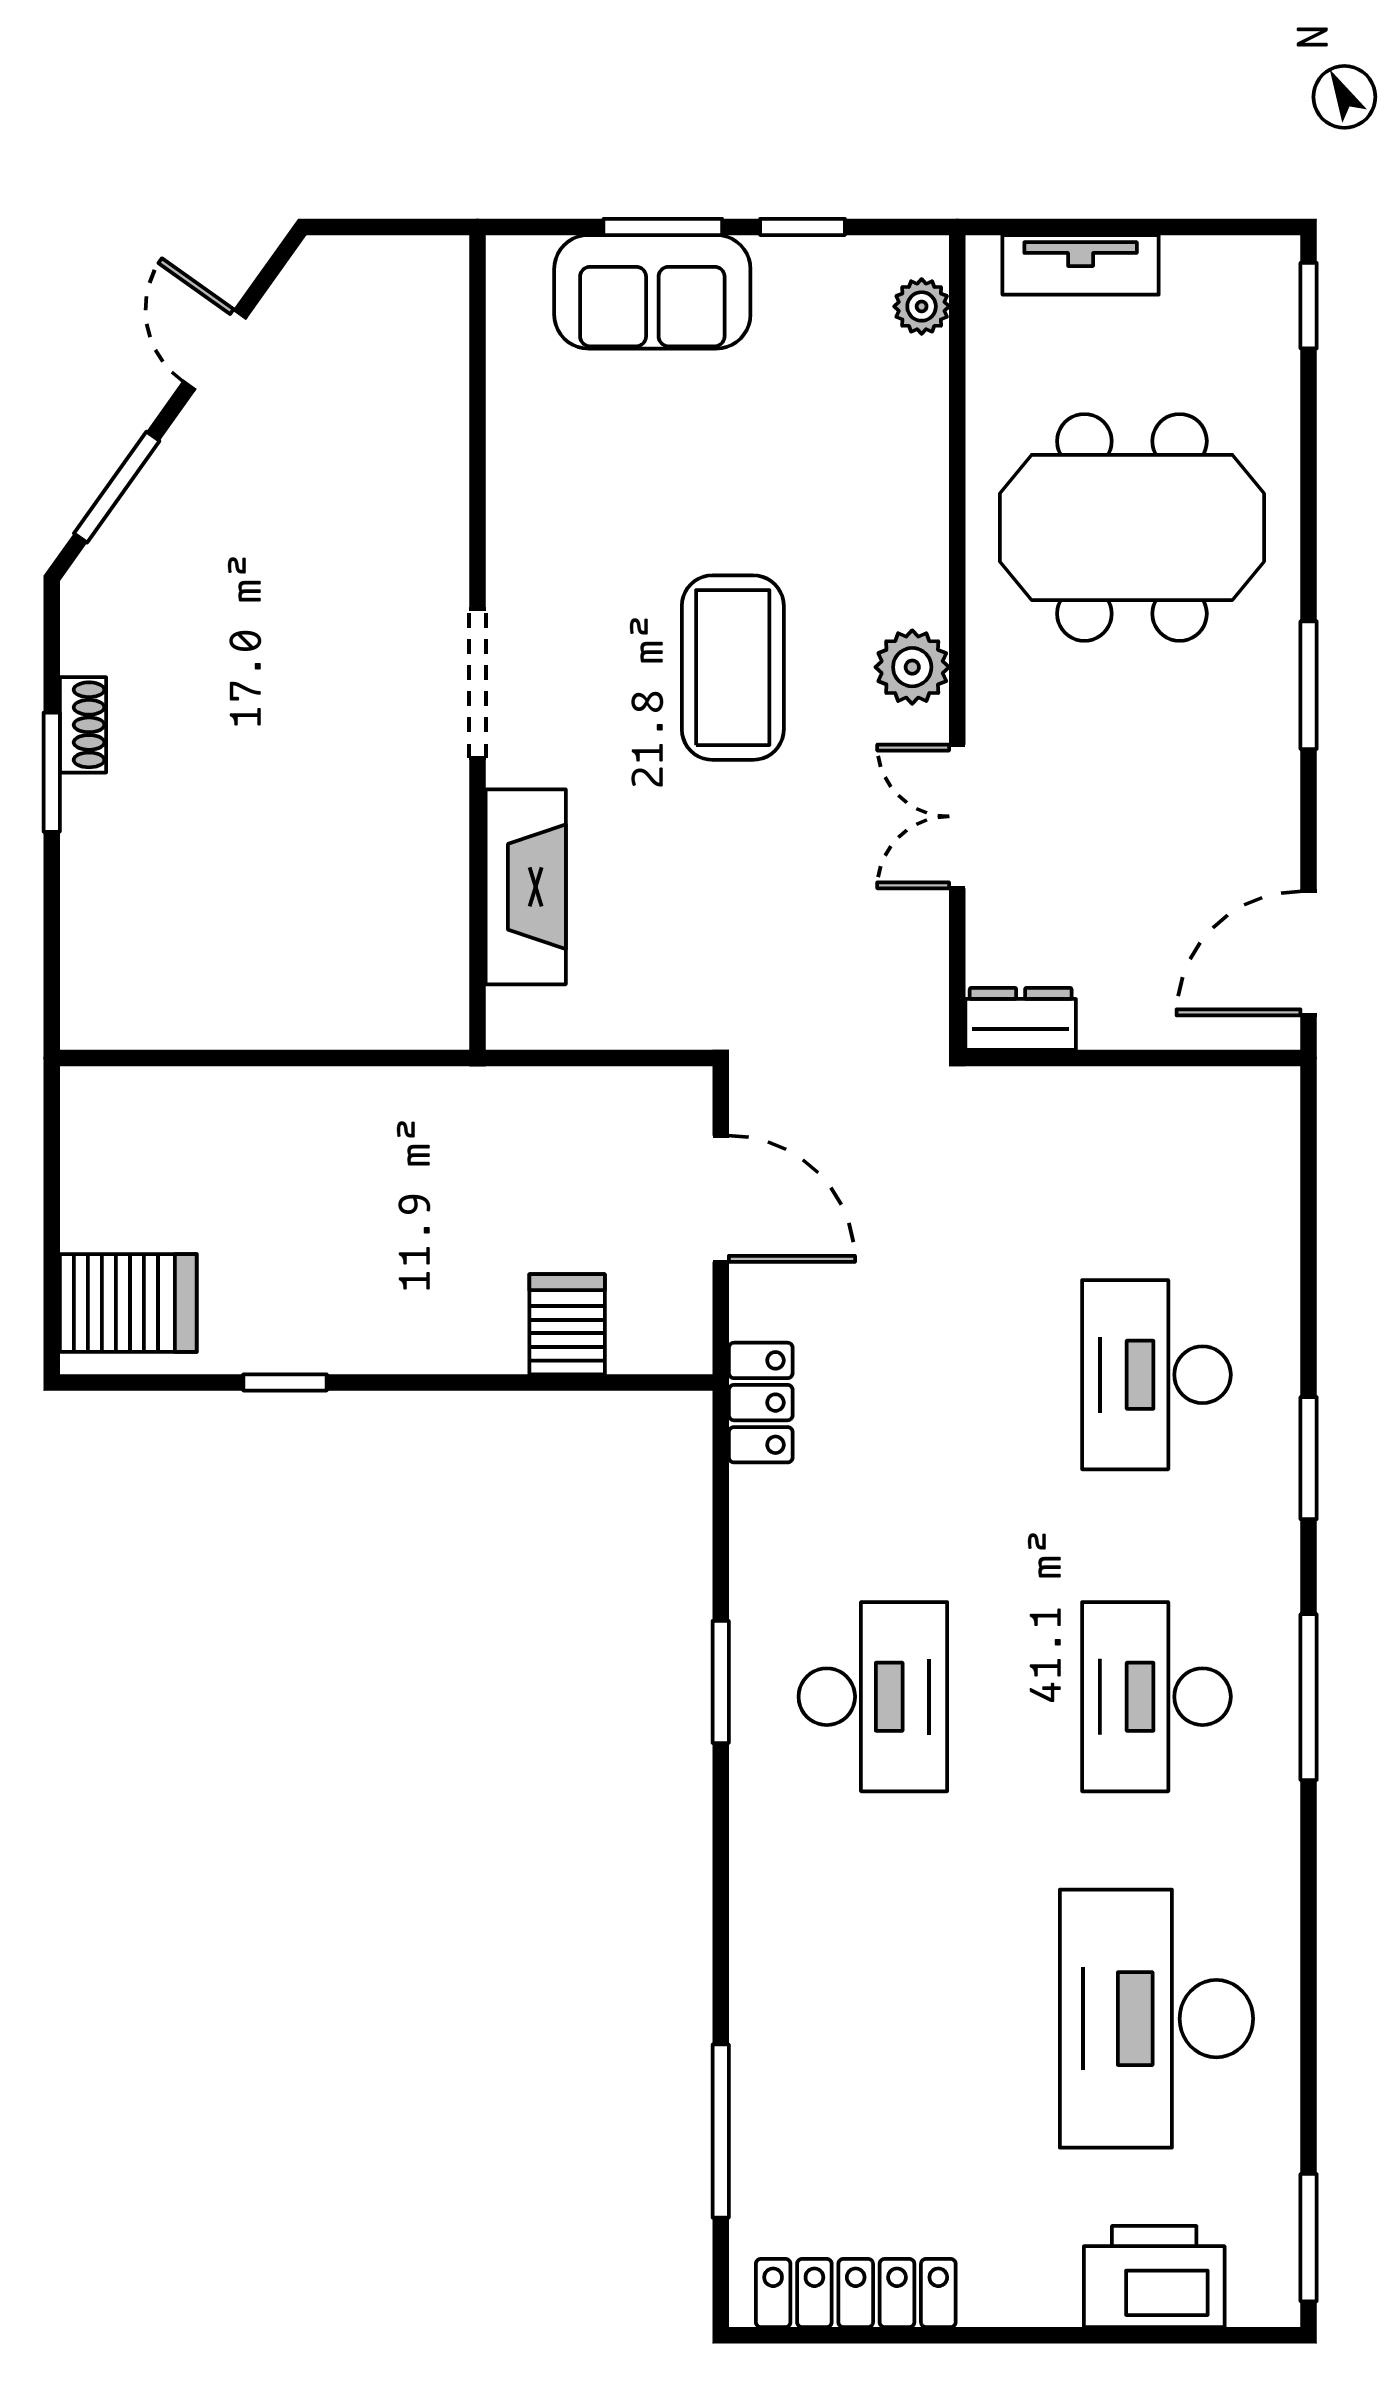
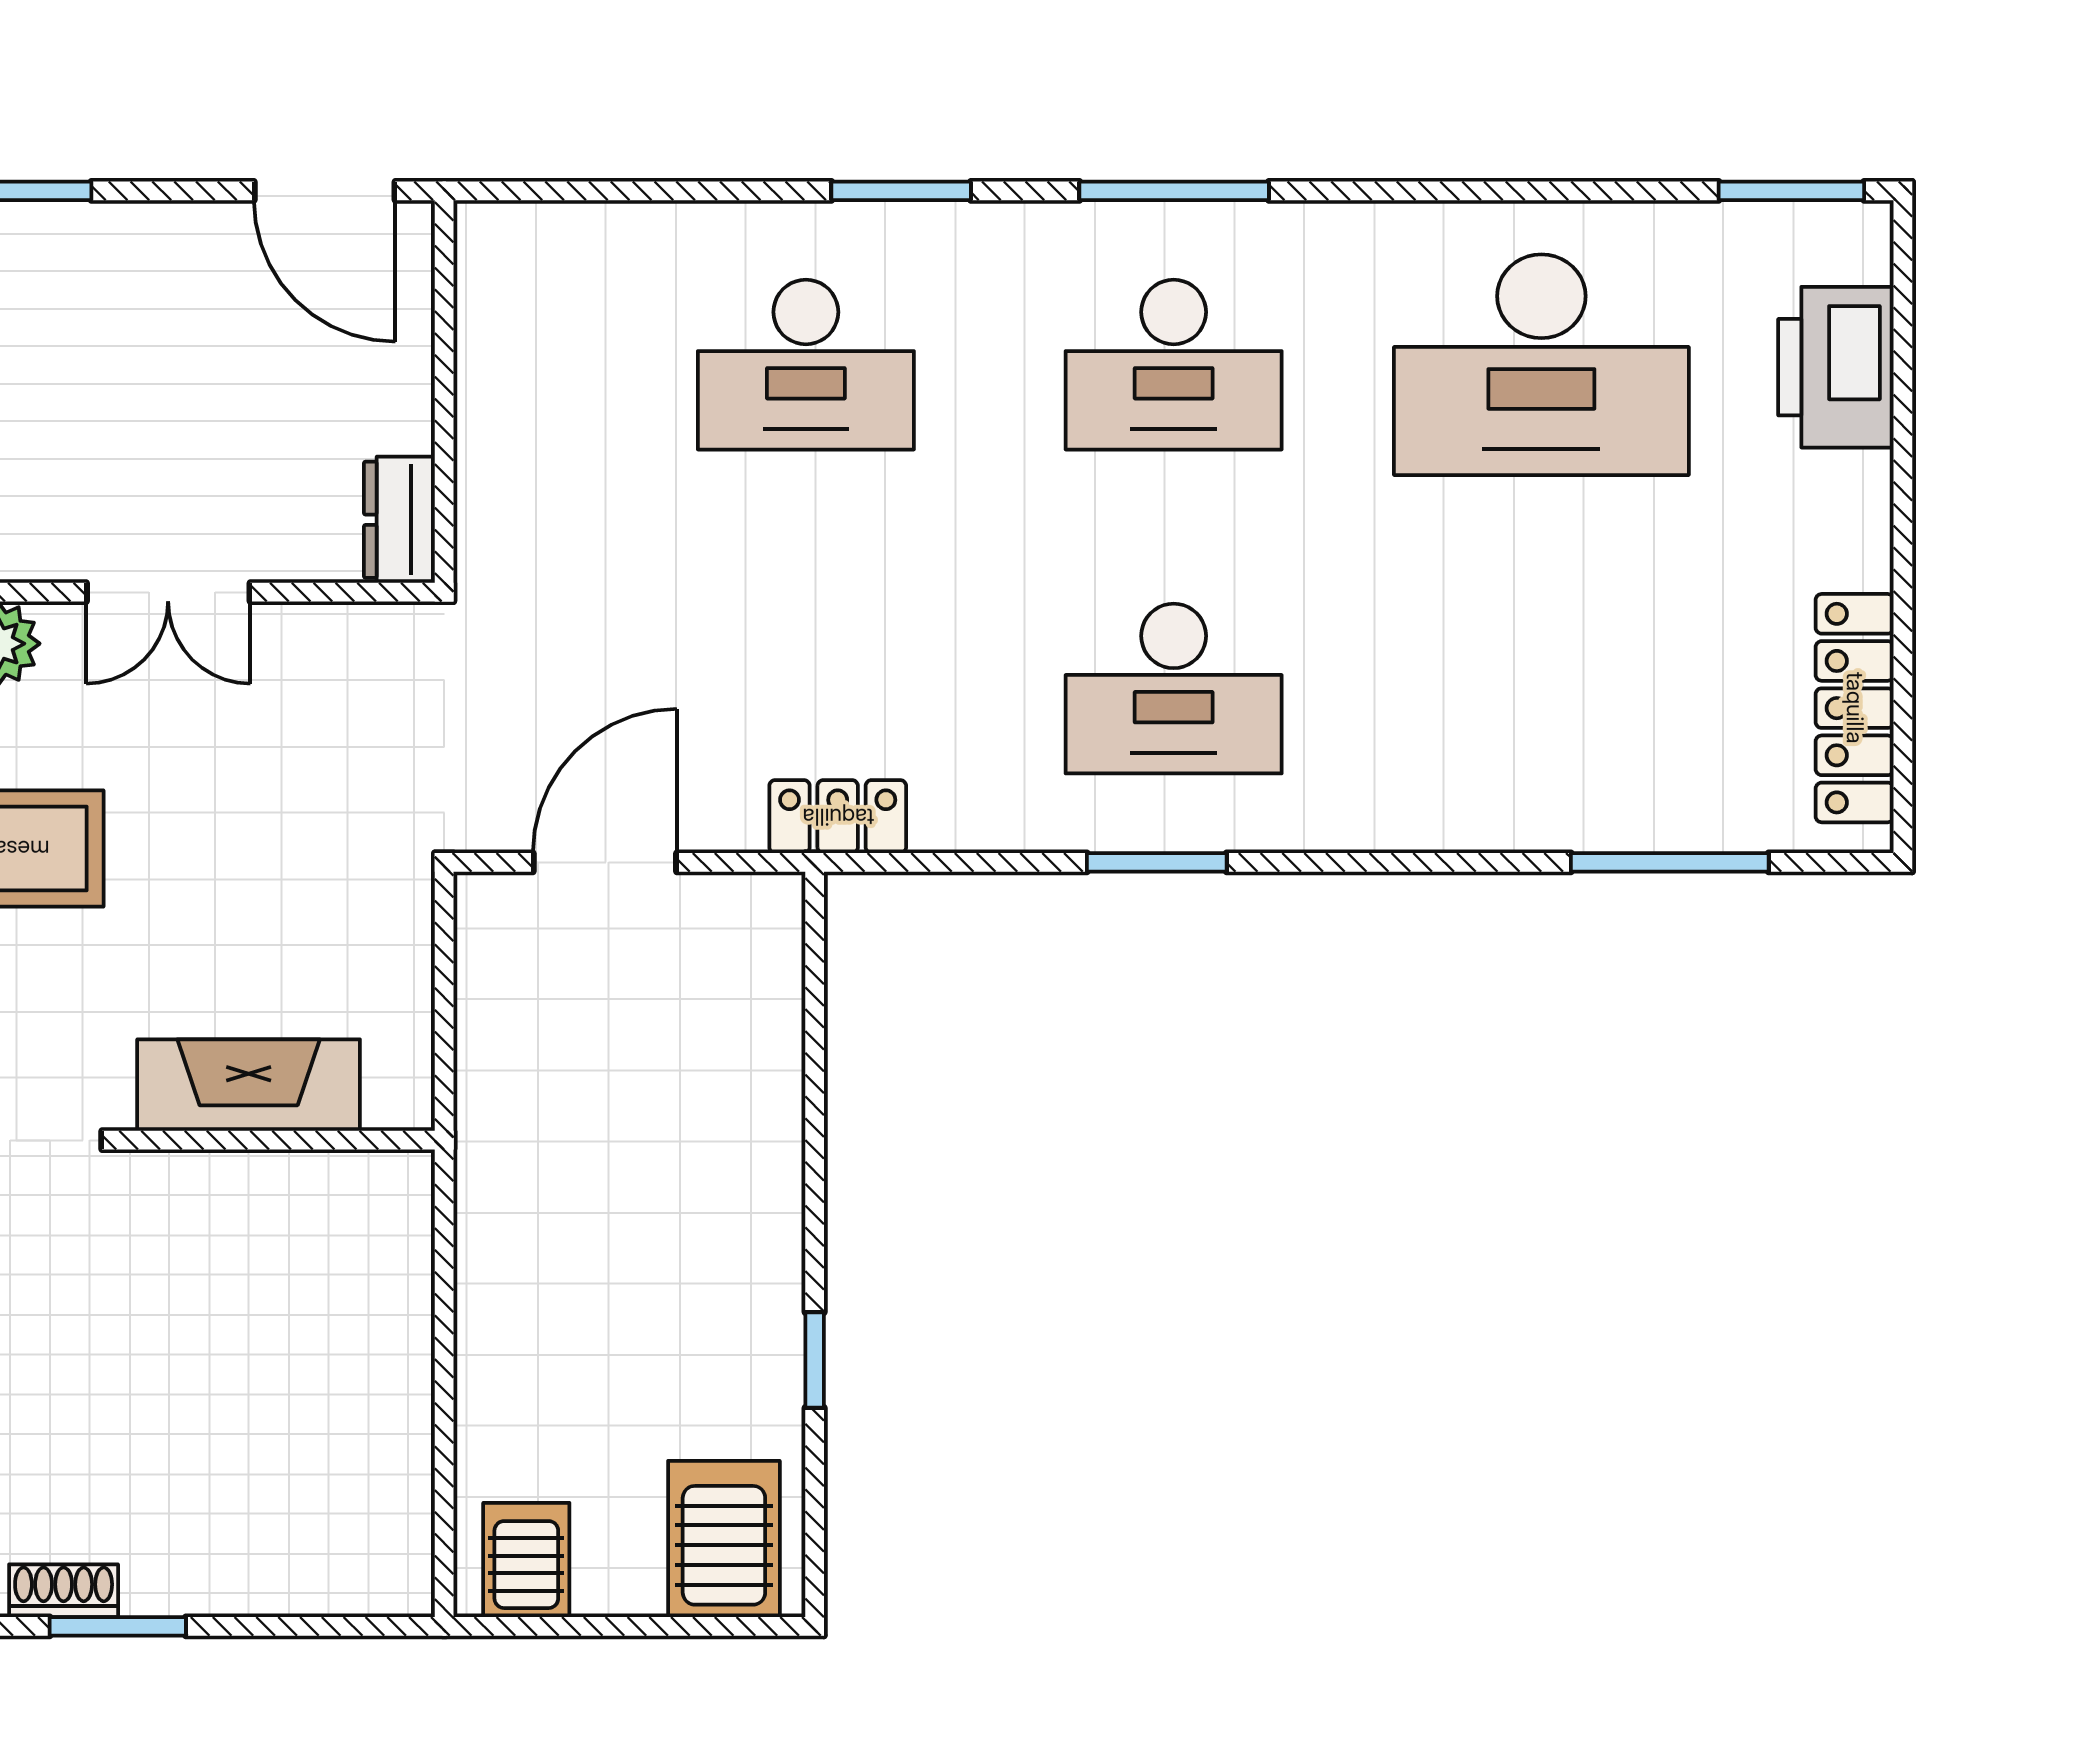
server rack: (567, 1324) -> (526, 1560), moved, turned 90
desk: (873, 1697) -> (1174, 689), turned 180

